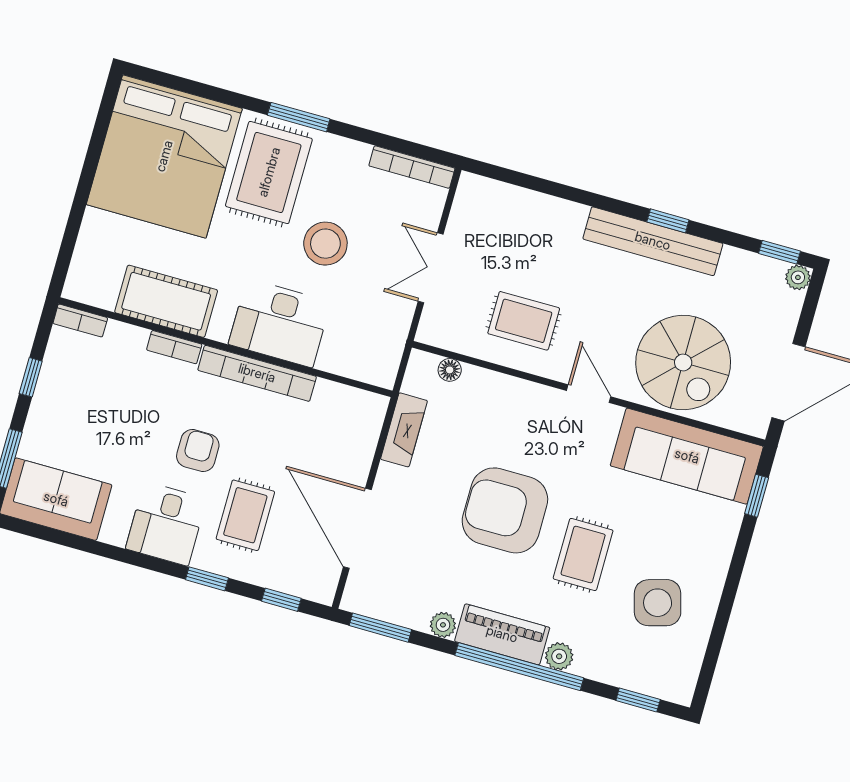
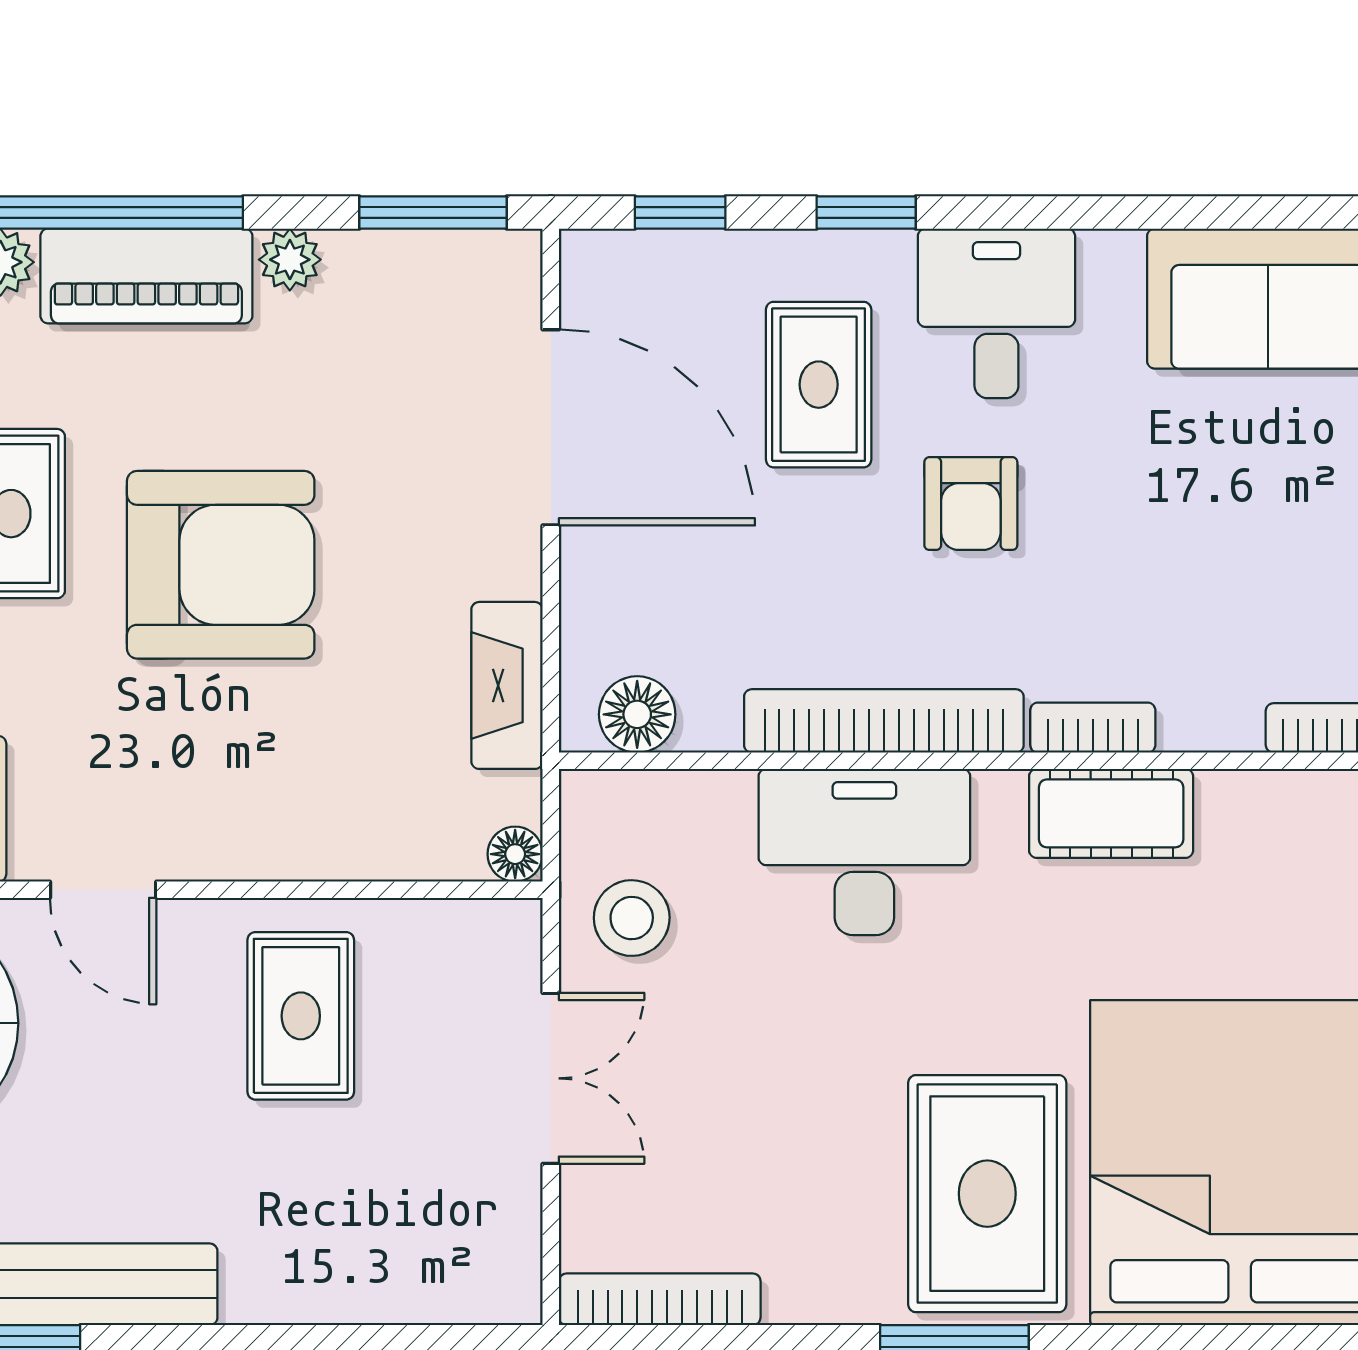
stool: (325, 244) -> (632, 918), moved, width x0.73, depth x0.73
cot: (166, 301) -> (1111, 813), width x0.73, depth x0.75
rug: (524, 321) -> (301, 1016), turned 90
floor lamp: (450, 370) -> (515, 854), moved
floor lamp: (355, 404) -> (637, 714), added

